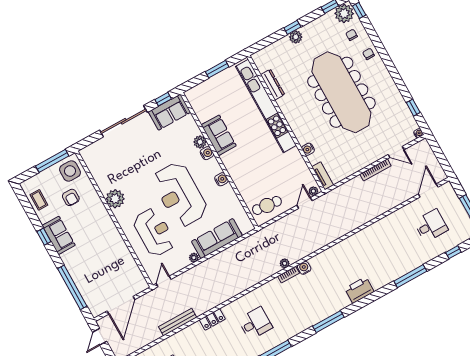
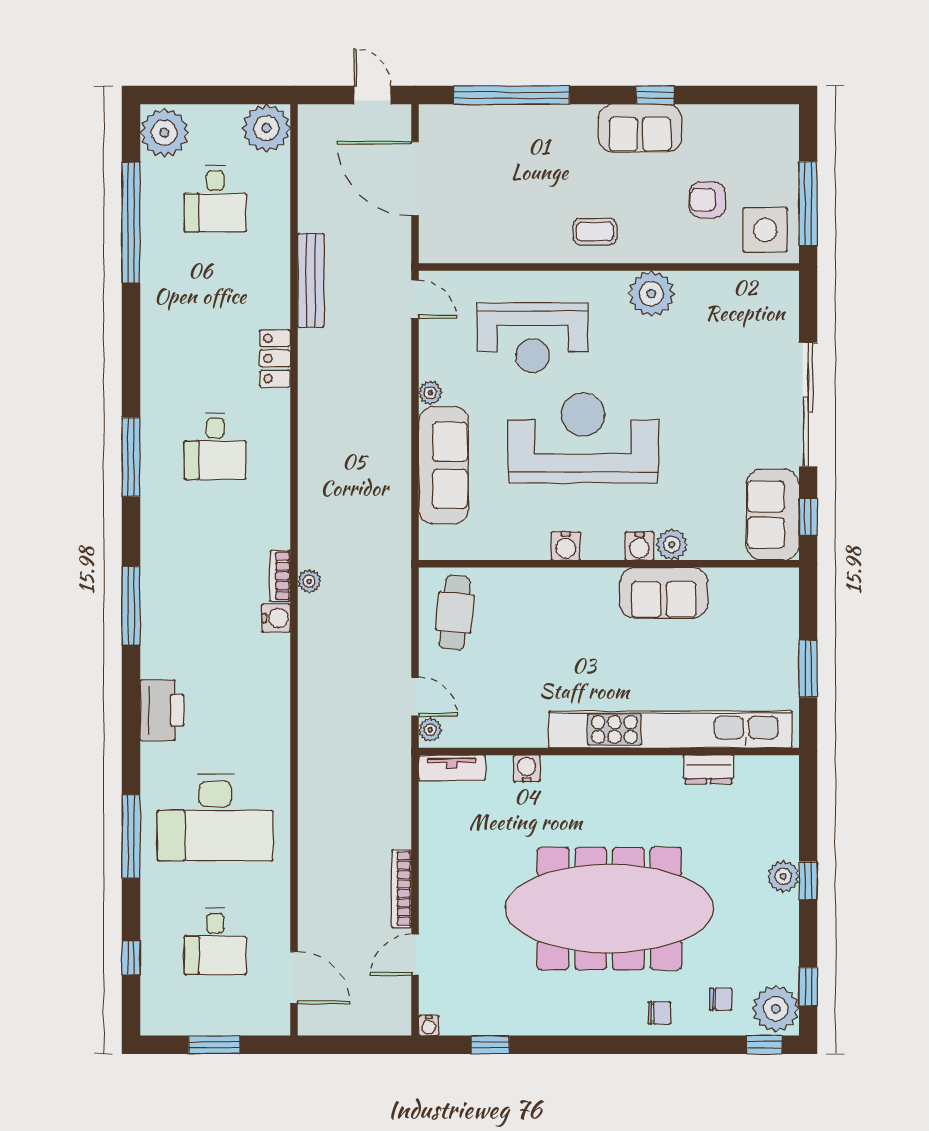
dresser: (273, 85) -> (708, 769), width x0.70
coffee table: (39, 200) -> (595, 232), moved
desk: (387, 250) -> (215, 817), added

